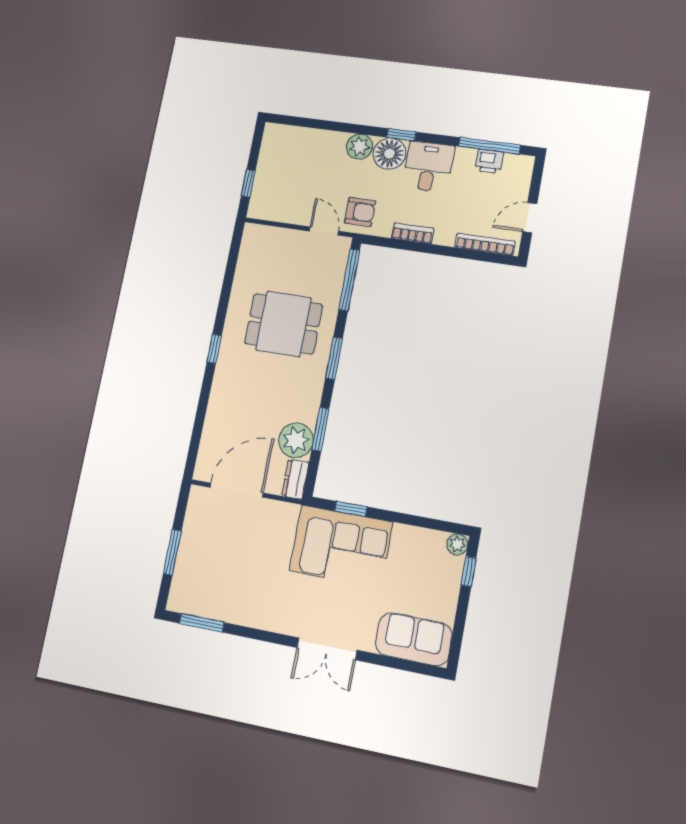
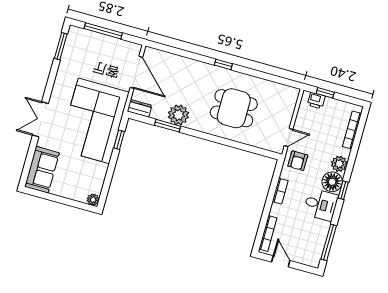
bookcase: (304, 134) -> (352, 130), added
printer: (489, 161) -> (316, 100), moved, turned -90
window: (349, 280) -> (256, 150), removed
dining table: (283, 324) -> (234, 108), turned 90
window: (334, 358) -> (209, 137), removed
plant: (296, 440) -> (178, 115), moved
corner sofa: (341, 546) -> (94, 121), width x1.36, depth x1.36
window: (172, 552) -> (103, 31), width x1.44
window: (469, 572) -> (77, 205), removed

